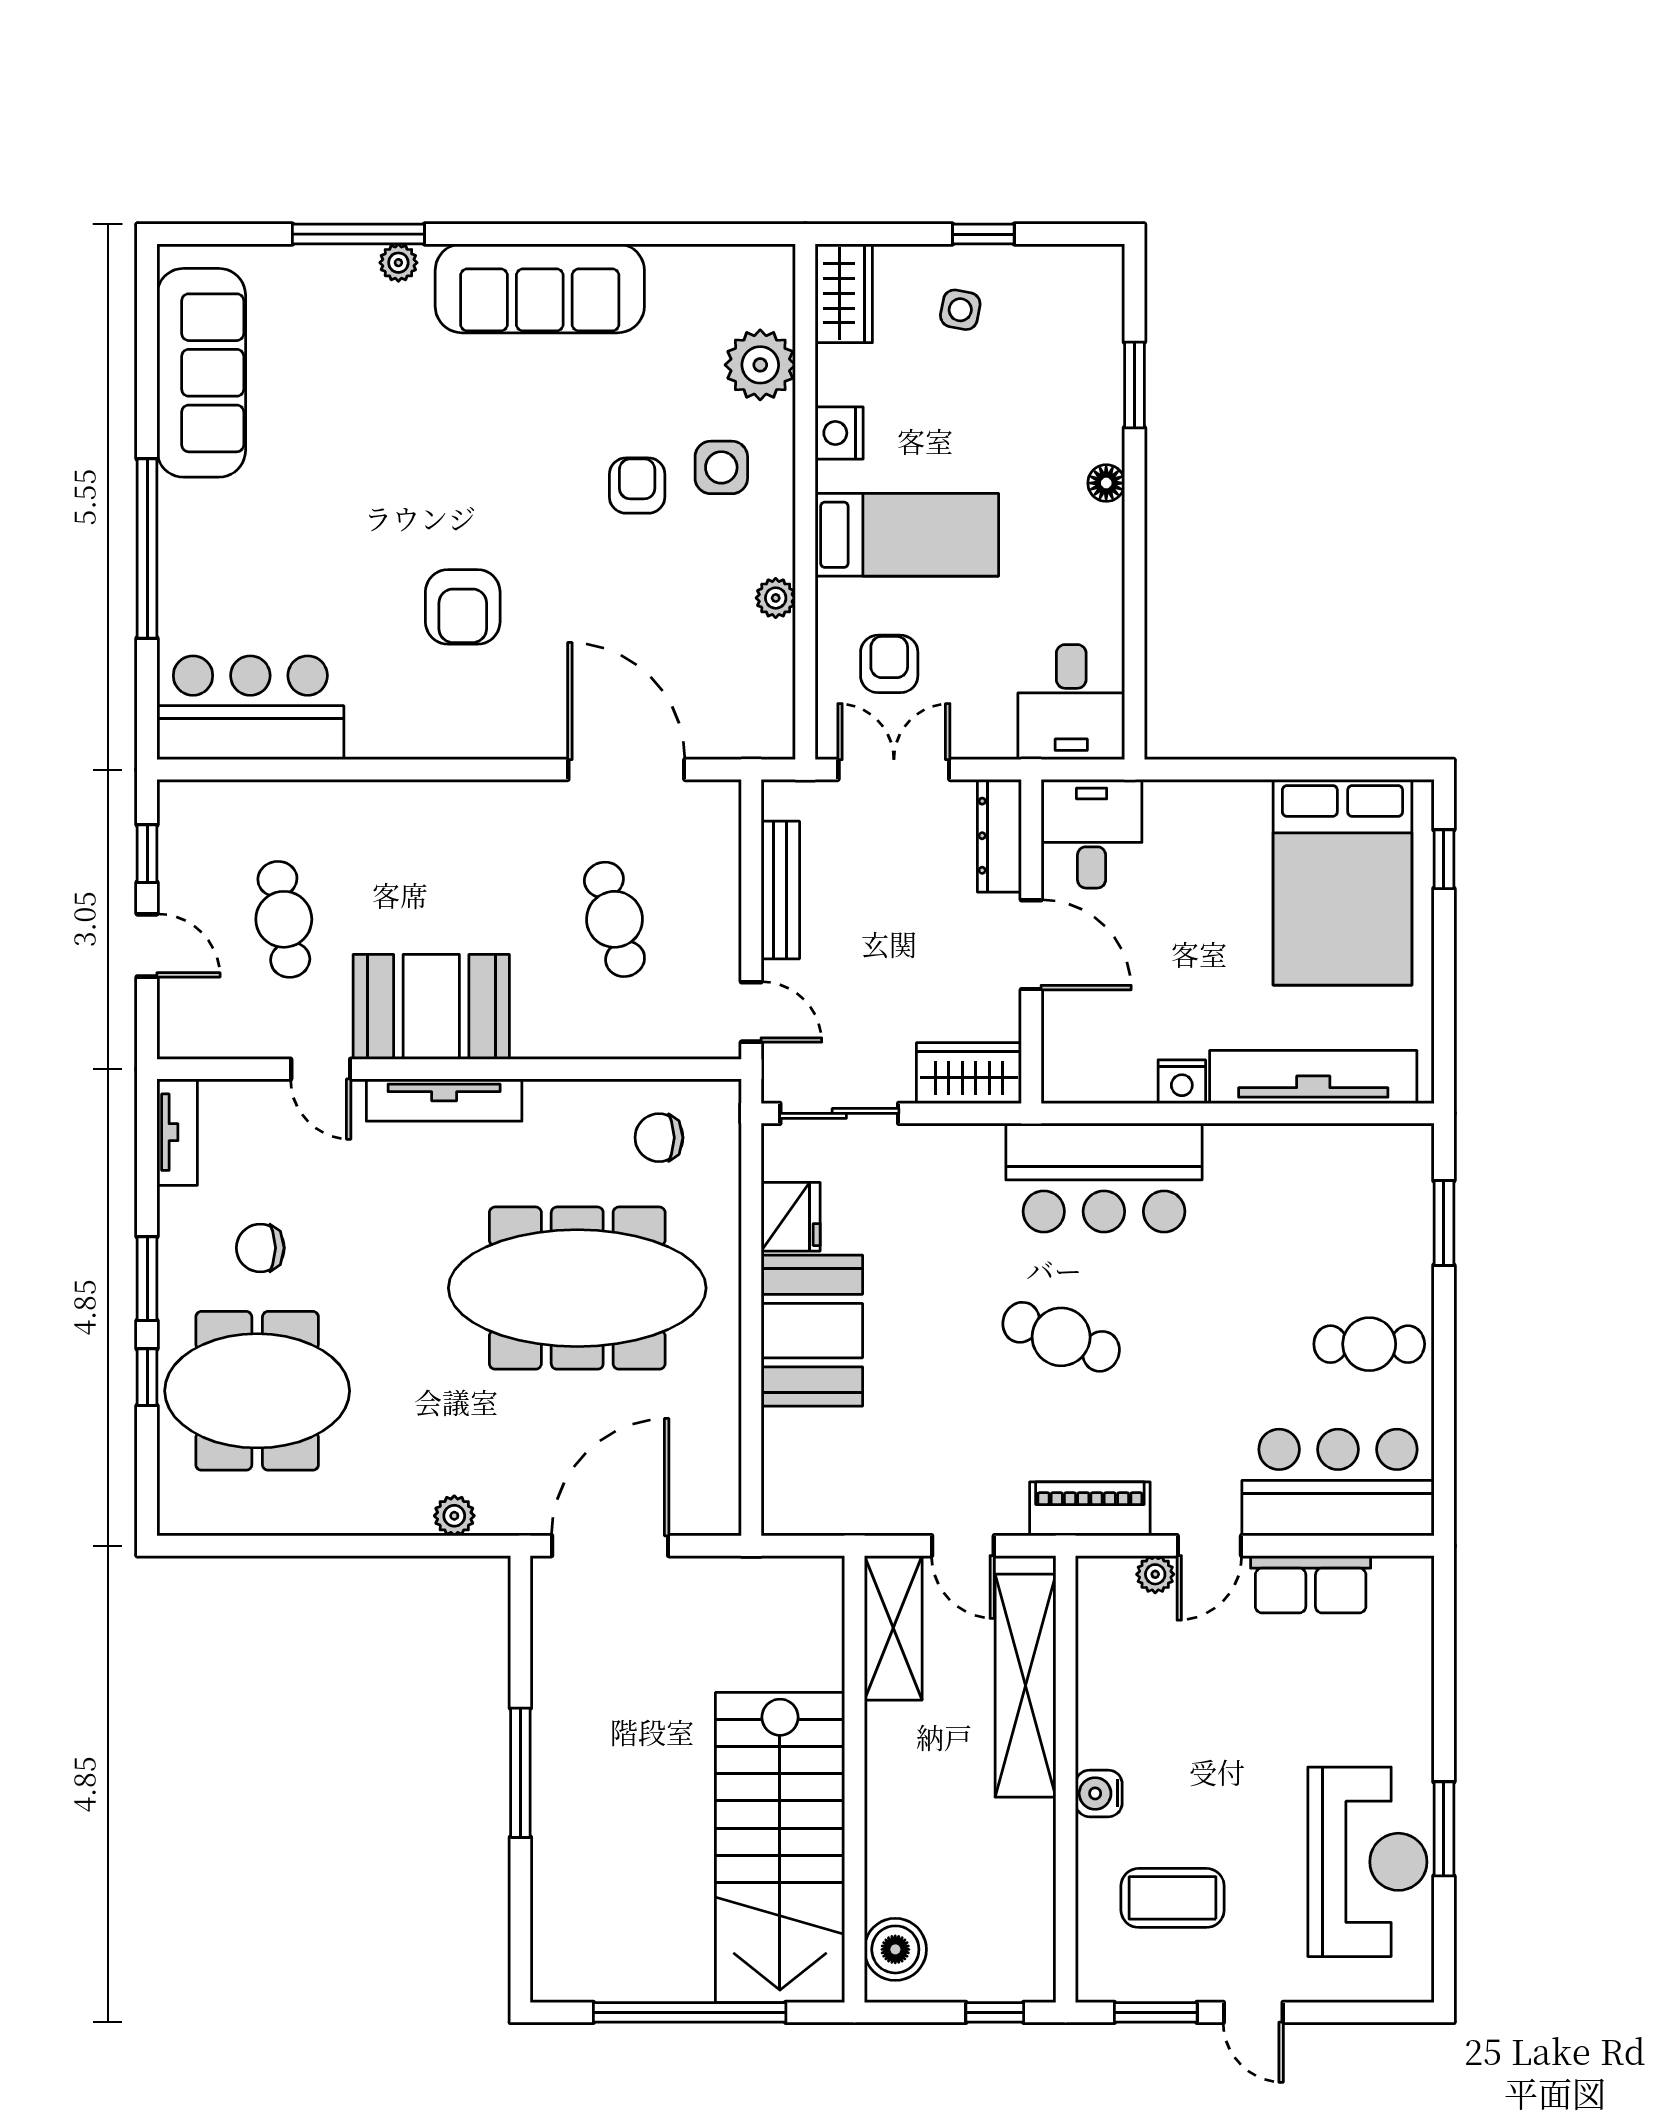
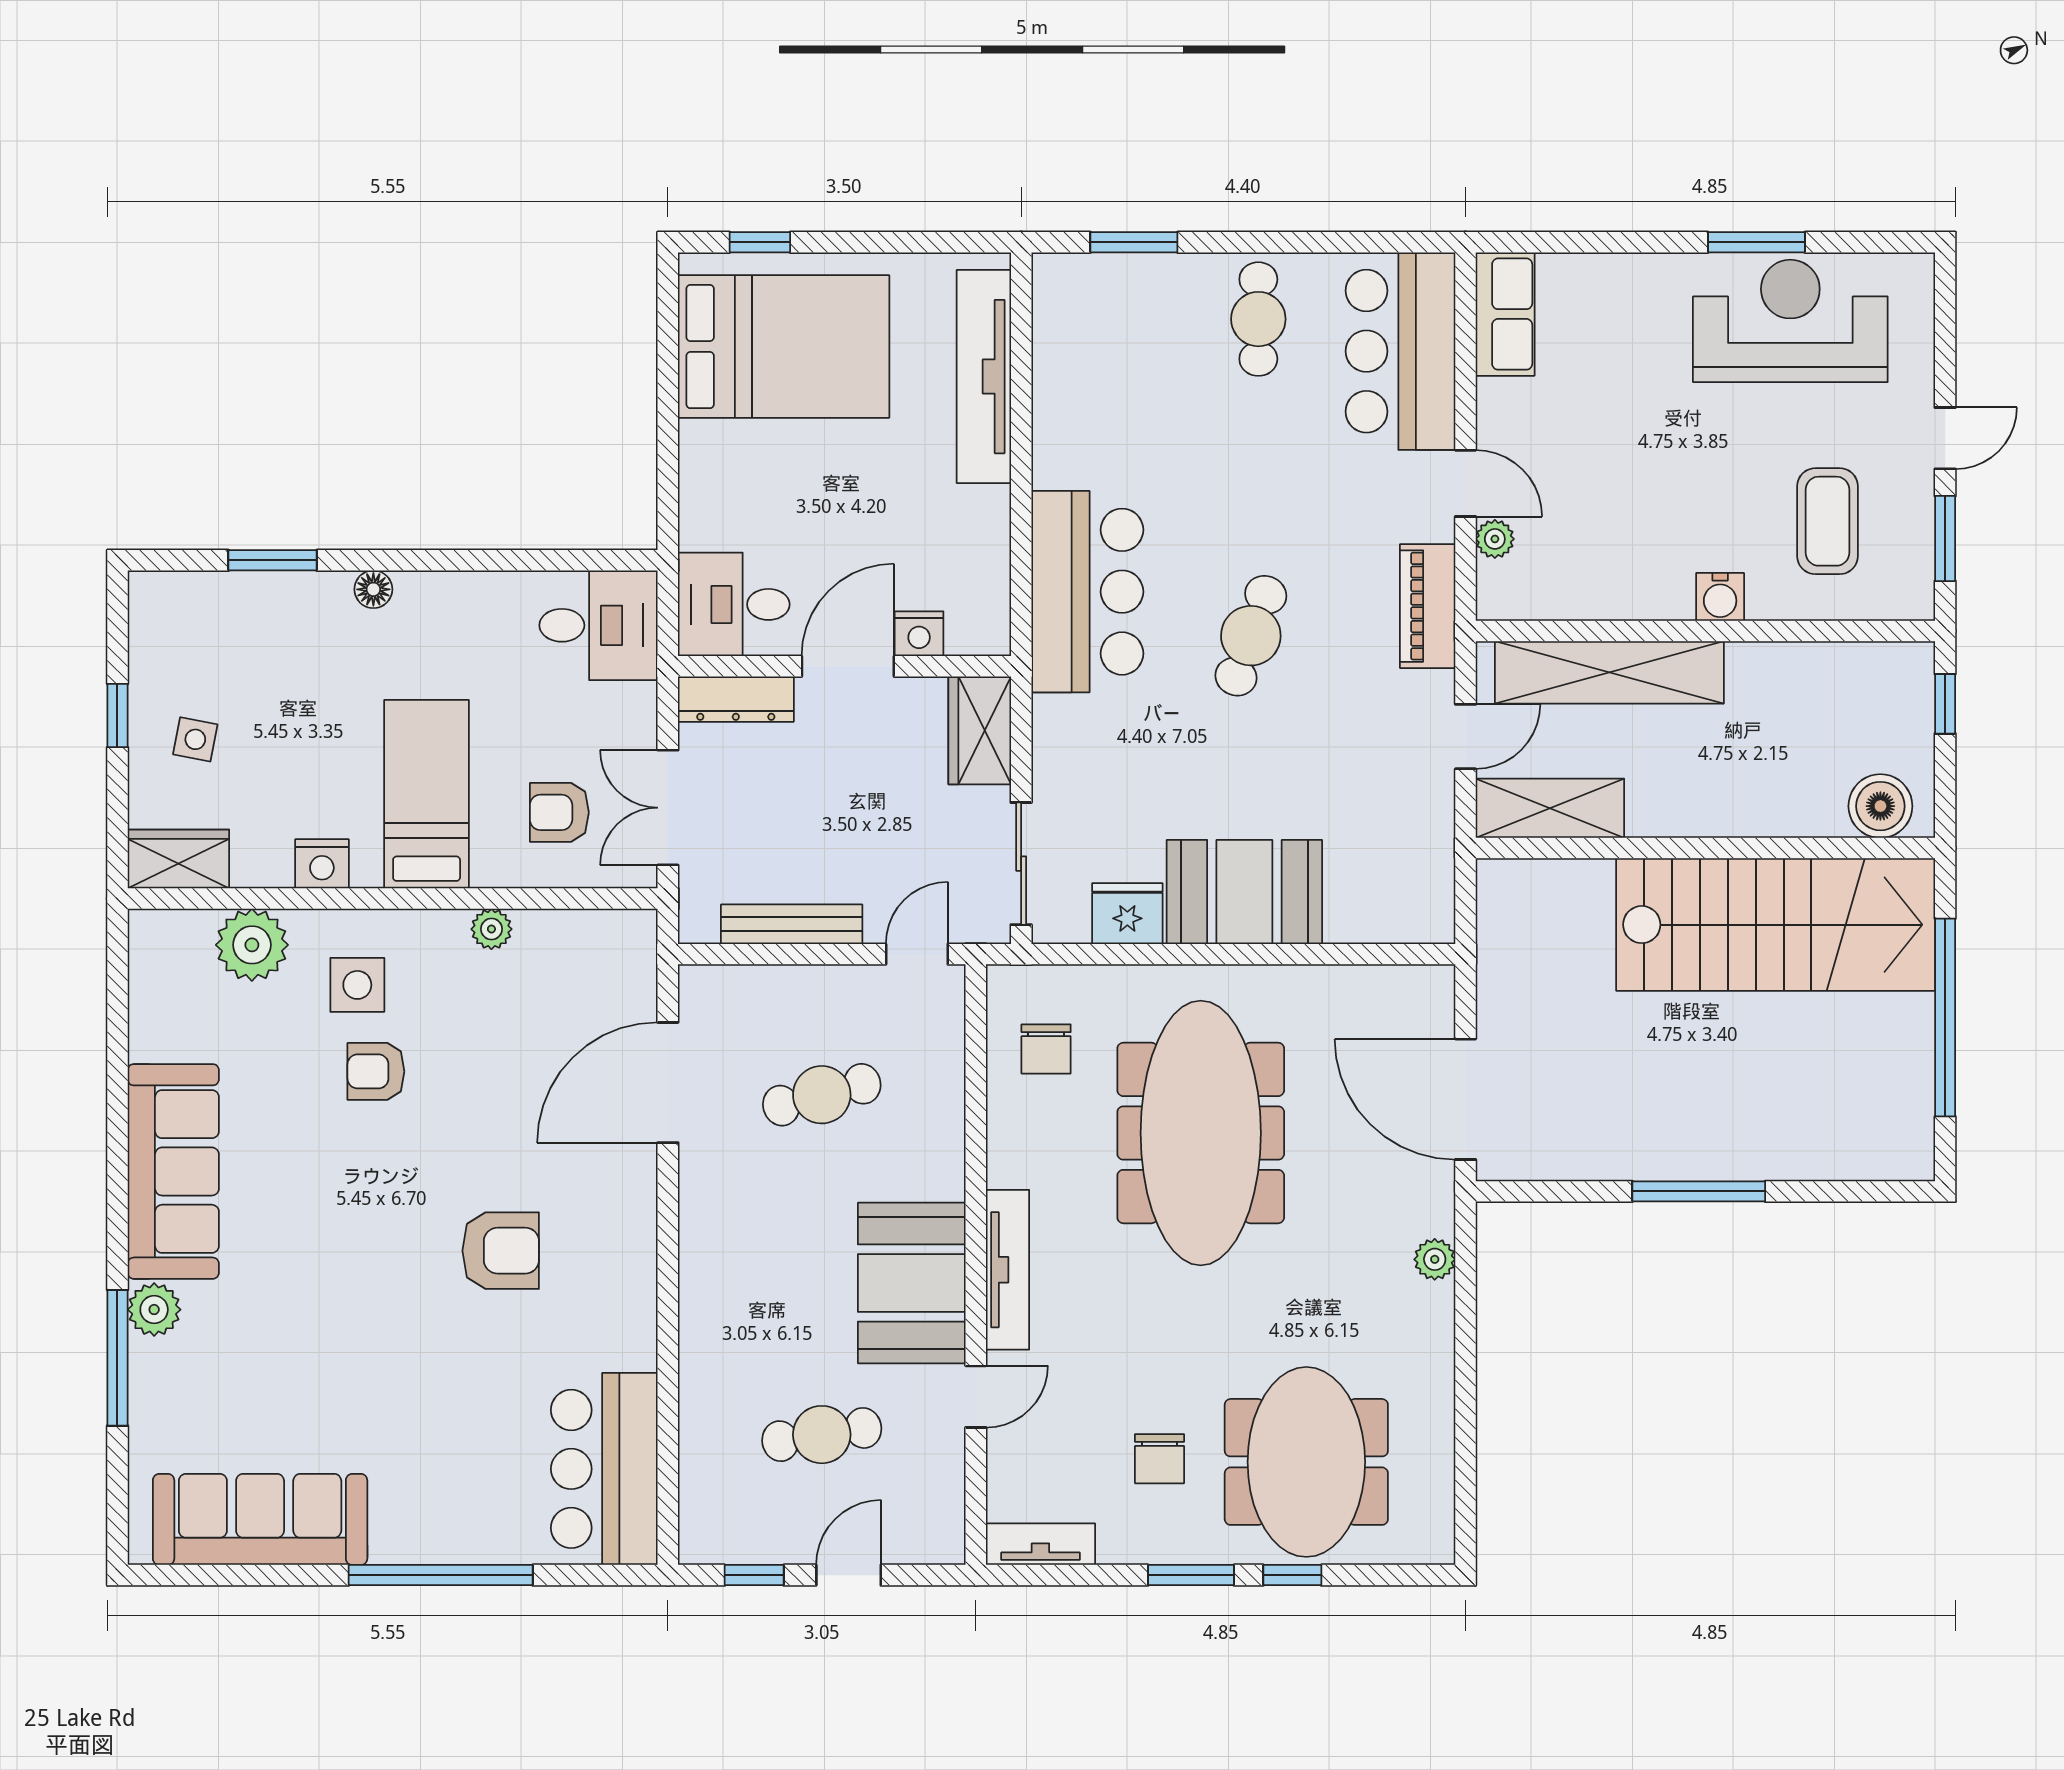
plant: (398, 263) -> (154, 1310), width x1.38, depth x1.38
nightstand: (1182, 1082) -> (919, 634), moved, turned 90
row of seats: (1311, 1584) -> (1505, 314), moved

